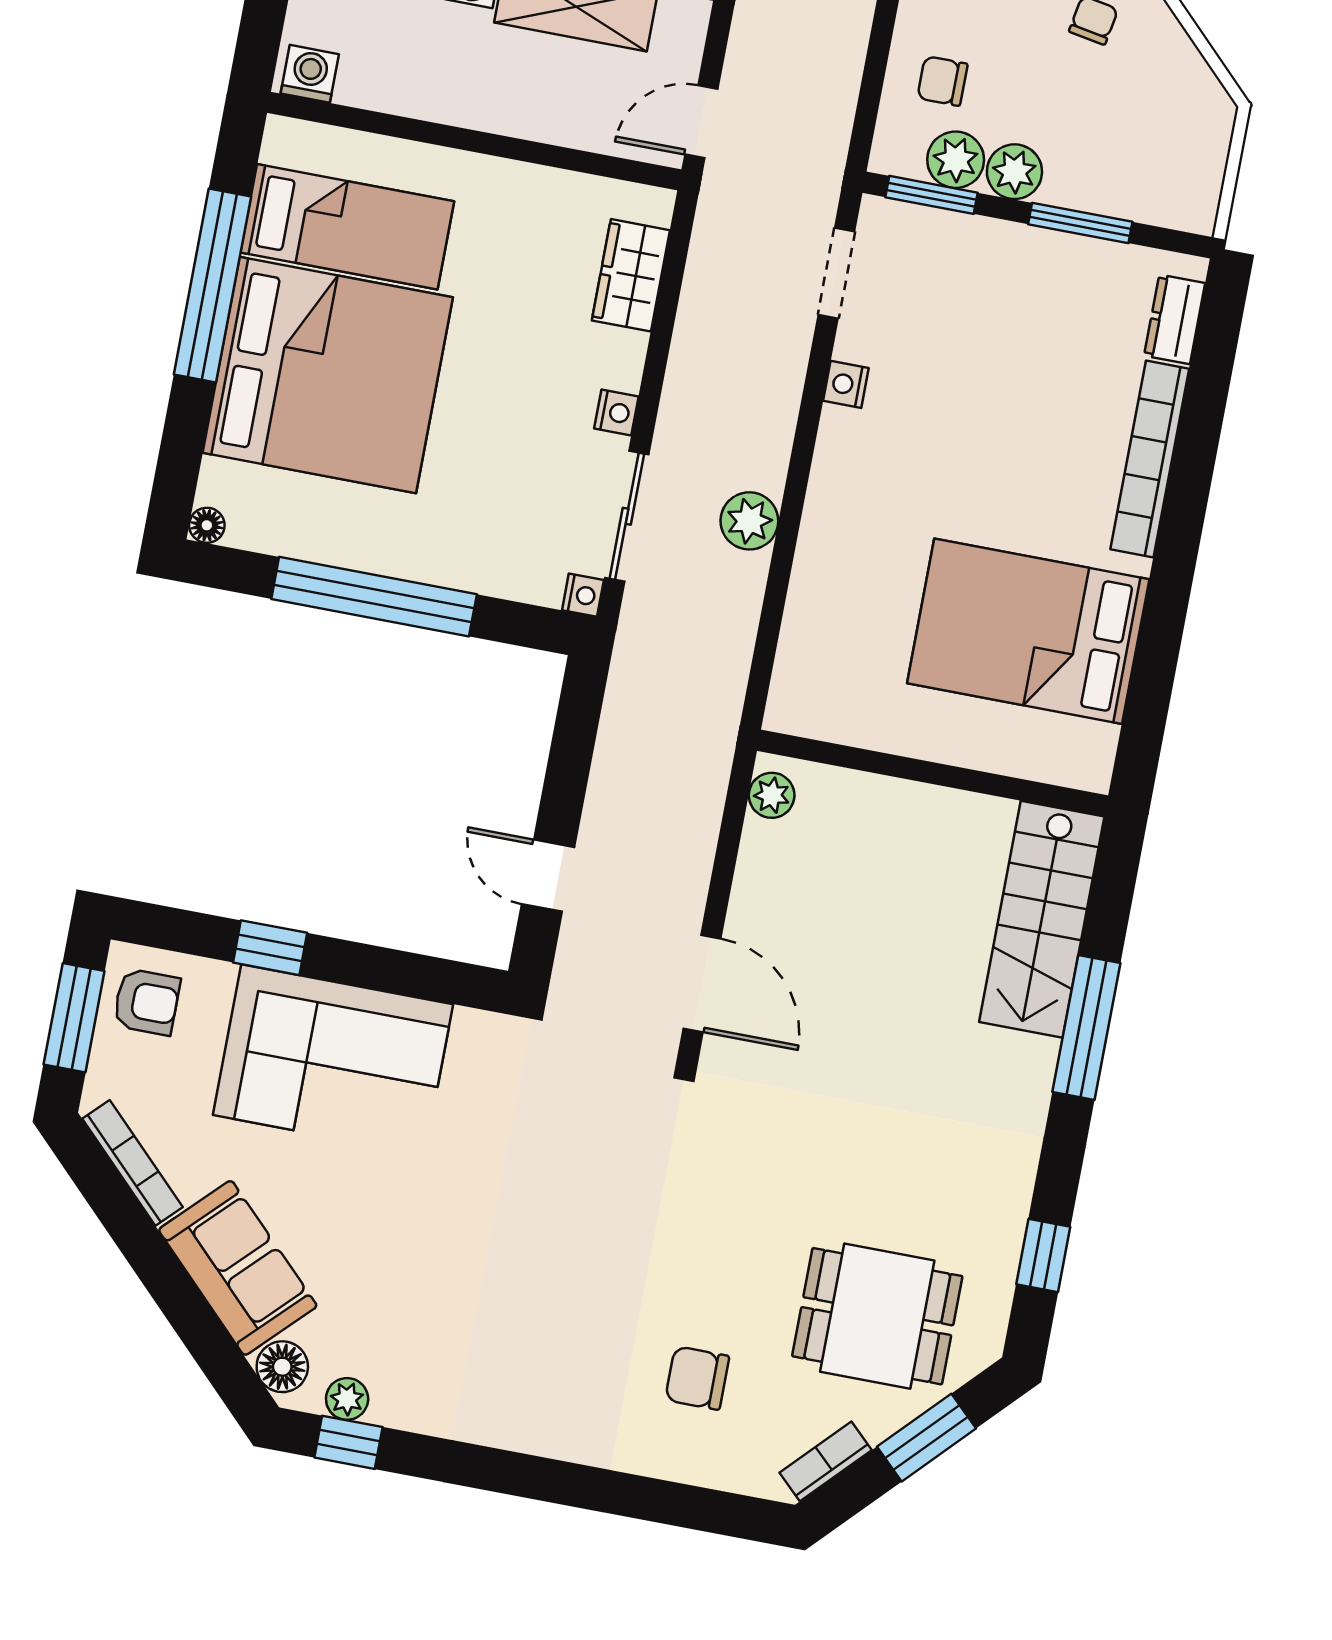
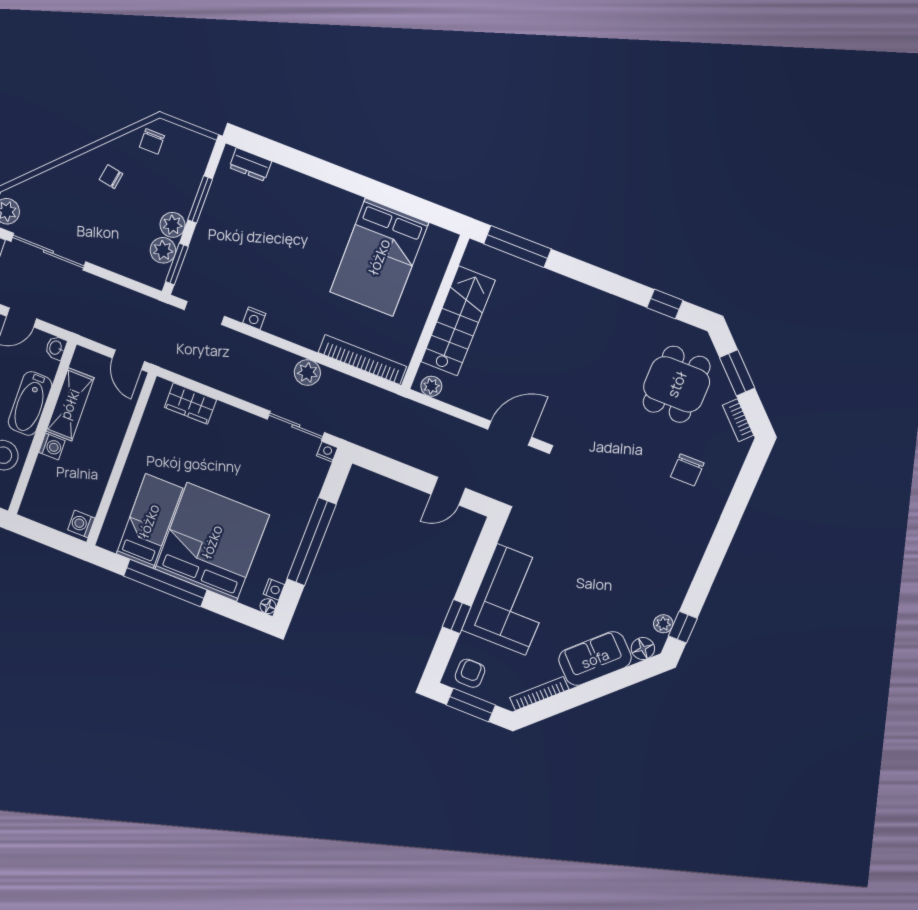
chair: (942, 81) -> (152, 141), moved
nightstand: (616, 413) -> (274, 589), moved, turned 90
bookcase: (1150, 459) -> (362, 360), moved, turned 180
stairs: (1042, 919) -> (458, 321), moved, turned -90
window: (1086, 1027) -> (517, 246), moved

